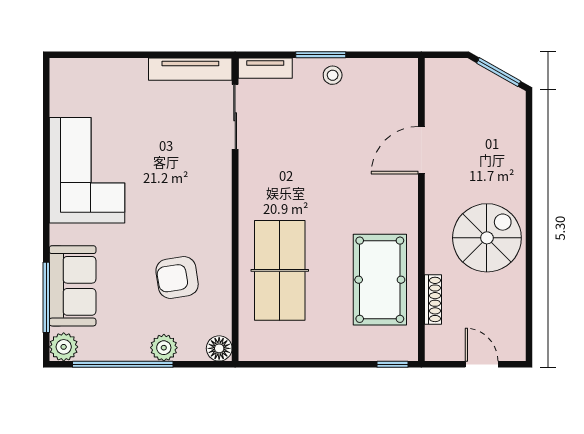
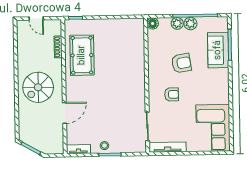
tv unit: (265, 68) -> (78, 149), moved
corner sofa: (87, 170) -> (213, 128), moved
armchair: (179, 188) -> (172, 94), added
spiral stairs: (487, 238) -> (38, 87), moved
table tennis table: (280, 270) -> (126, 59), removed
armchair: (177, 277) -> (181, 63), moved
plant: (64, 347) -> (190, 24), moved

